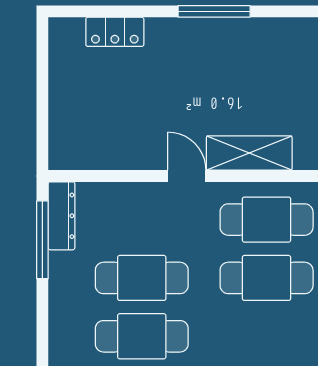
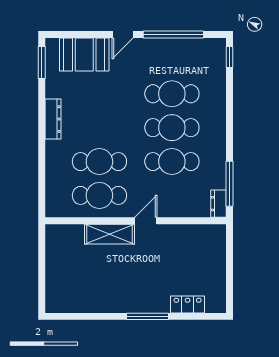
window: (214, 11) -> (147, 316), moved
door: (187, 176) -> (146, 221), swing flipped
dresser: (61, 216) -> (219, 204), width x0.70

